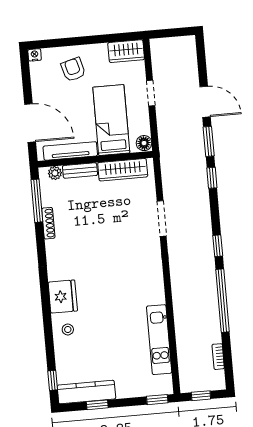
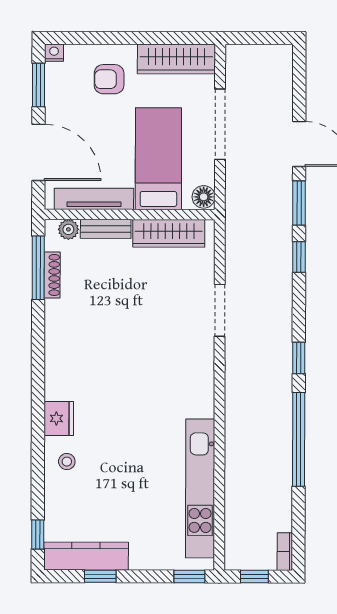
wardrobe: (126, 51) -> (176, 59), width x1.50
armchair: (73, 69) -> (109, 79), turned -75
window: (26, 78) -> (39, 85), added
doorway: (151, 93) -> (220, 124), width x1.88
shoe rack: (48, 223) -> (52, 275), moved
fridge: (63, 297) -> (59, 418), width x0.73, depth x0.75
kitchen unit: (159, 340) -> (200, 488), width x1.36
bookcase: (218, 357) -> (285, 552), moved

